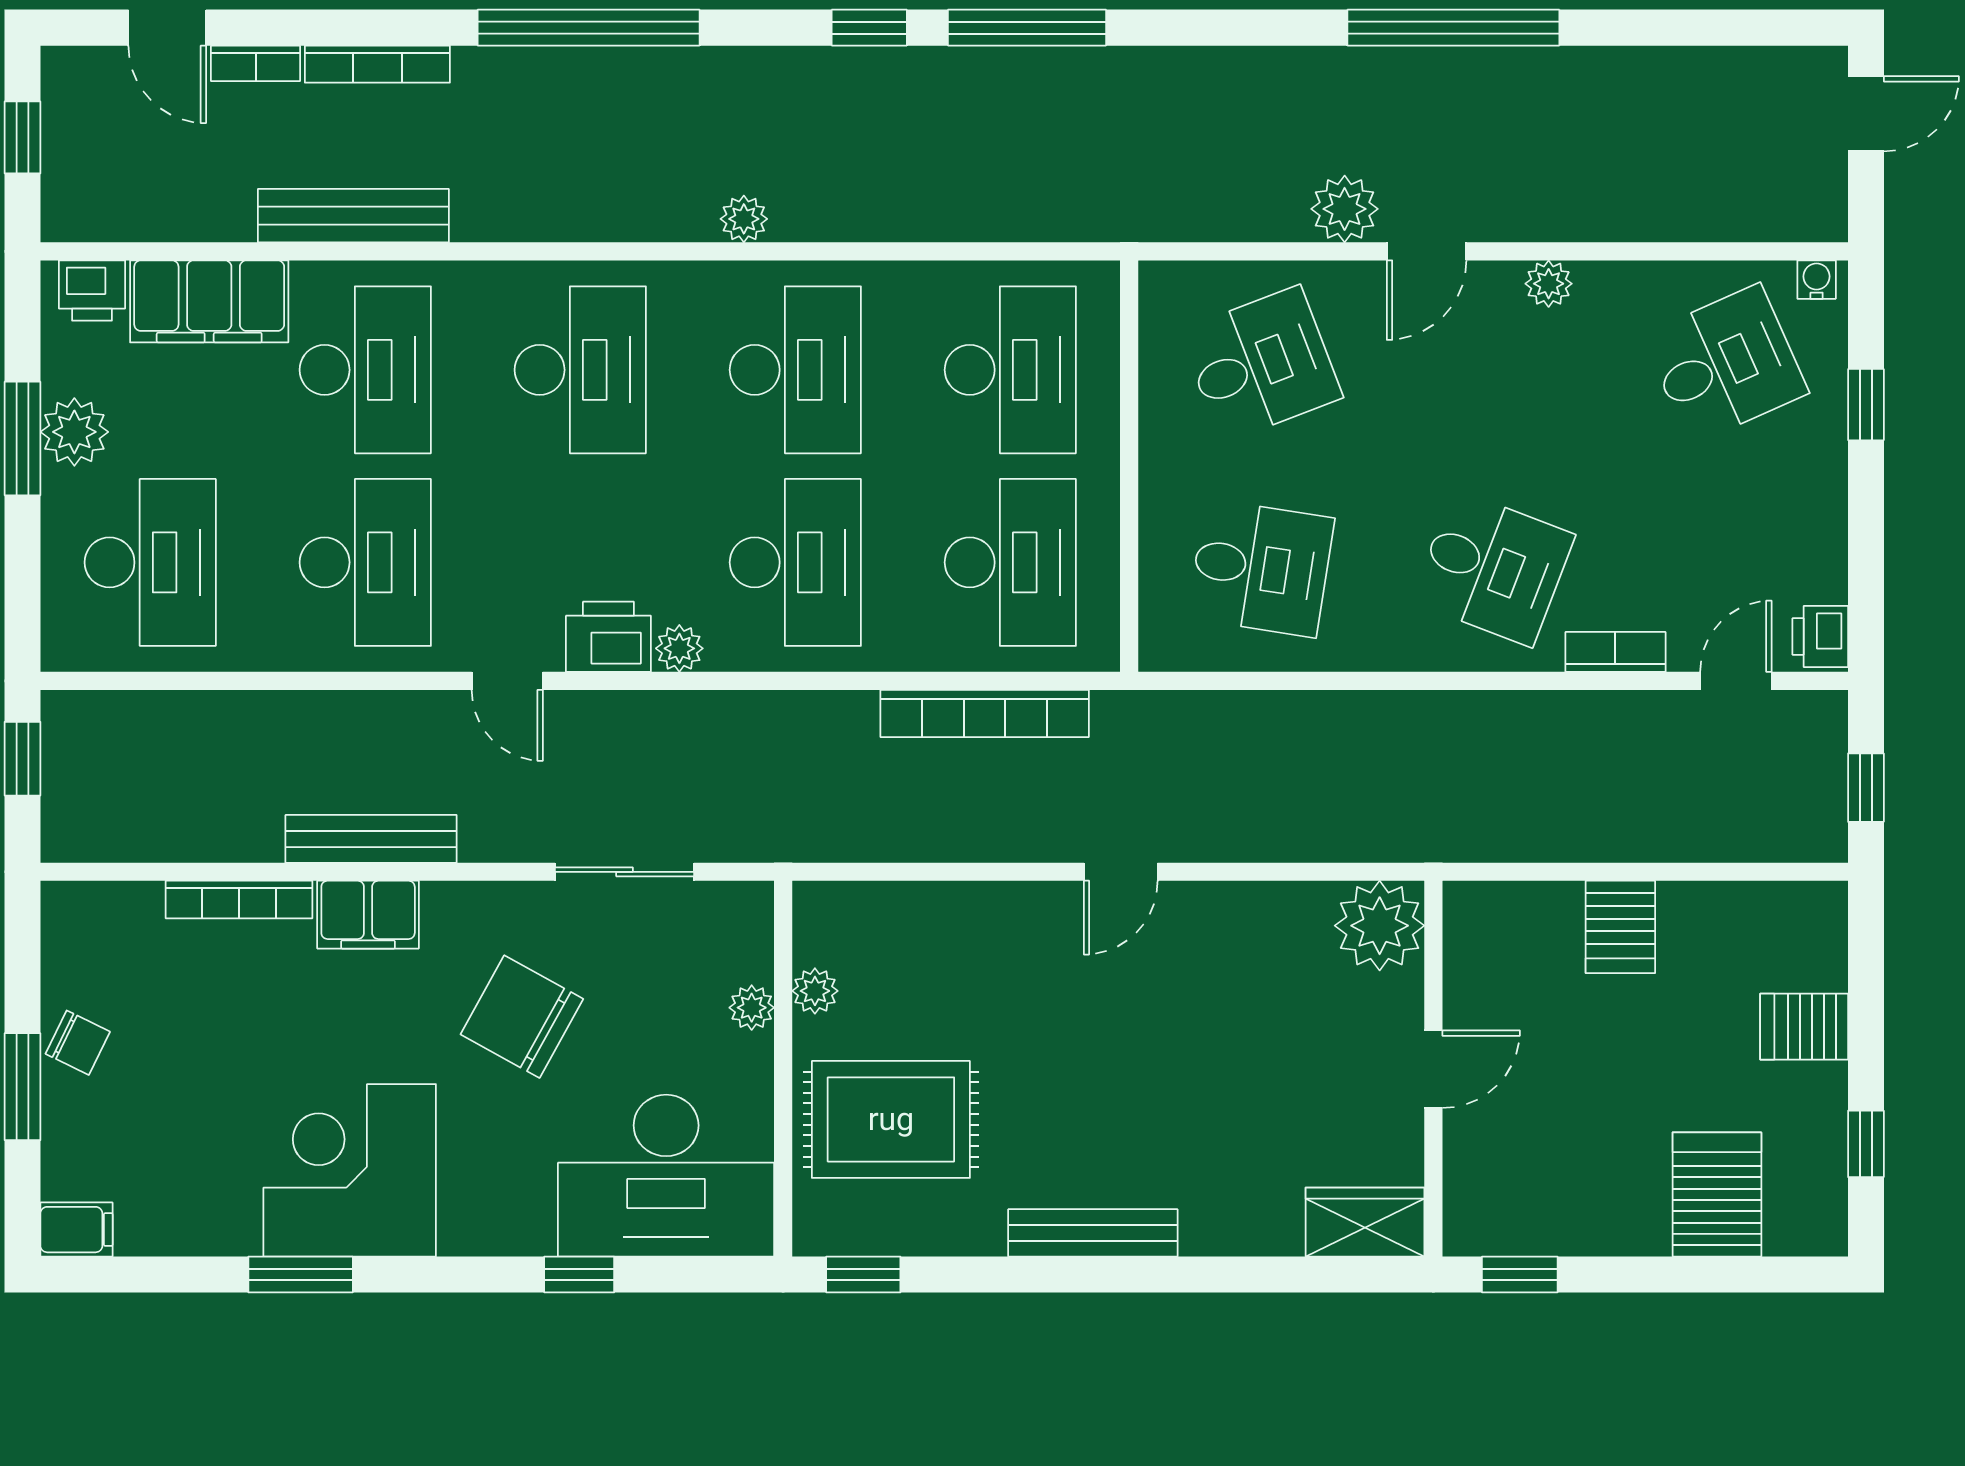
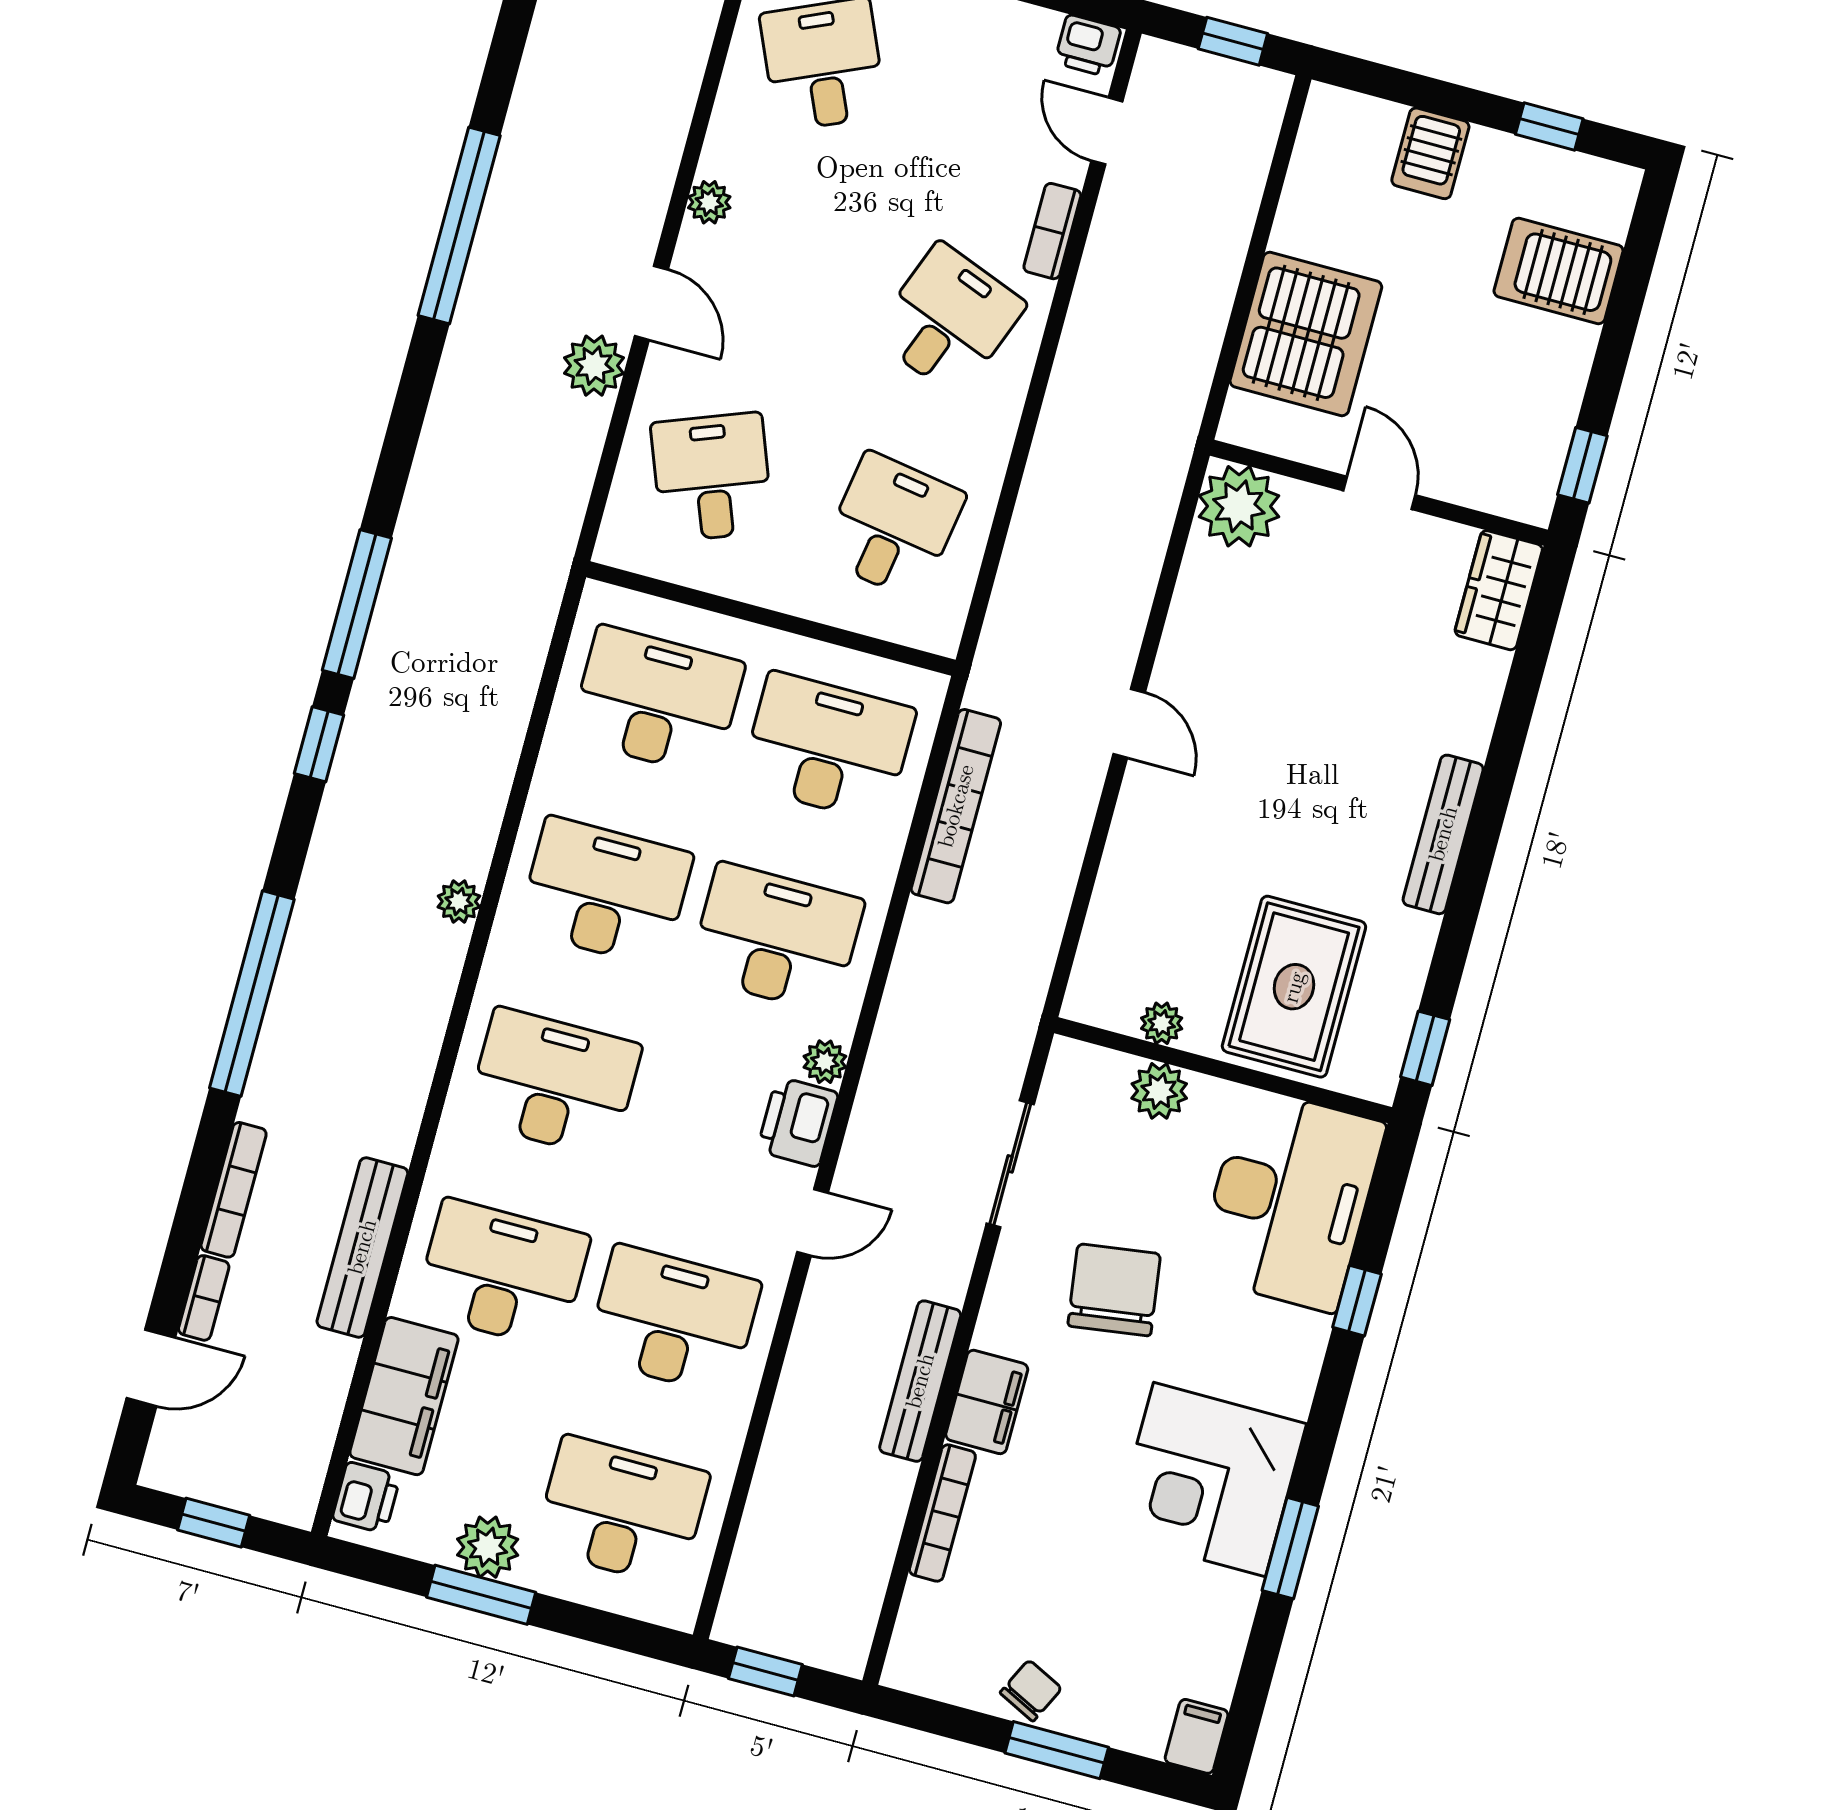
server rack: (1620, 927) -> (1306, 334), width x2.18, depth x1.44
plant: (752, 1008) -> (1159, 1091), width x1.38, depth x1.38
chair: (522, 1017) -> (1114, 1290), turned 143

